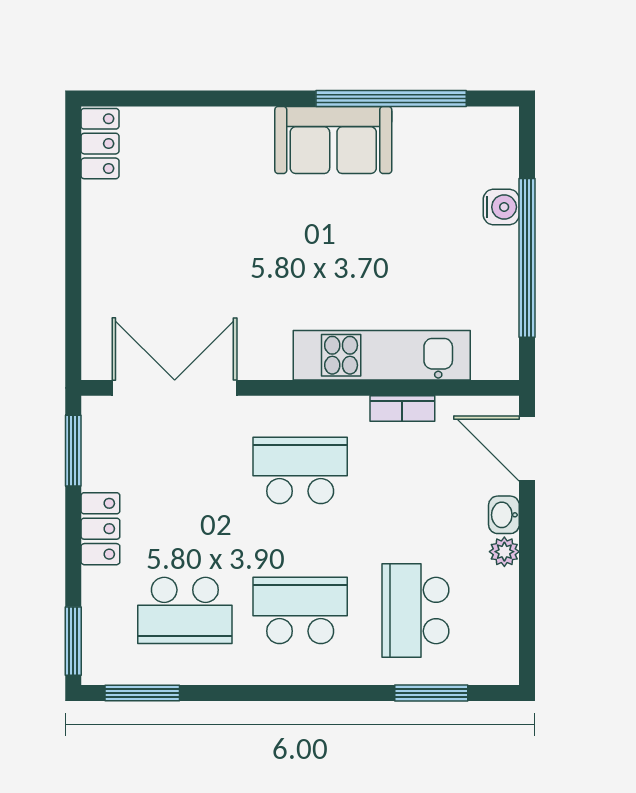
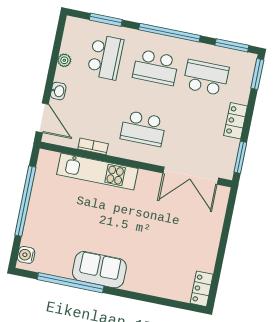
water cooler: (501, 207) -> (26, 255), moved
plant: (504, 552) -> (64, 60), moved
window: (285, 693) -> (169, 33), added

